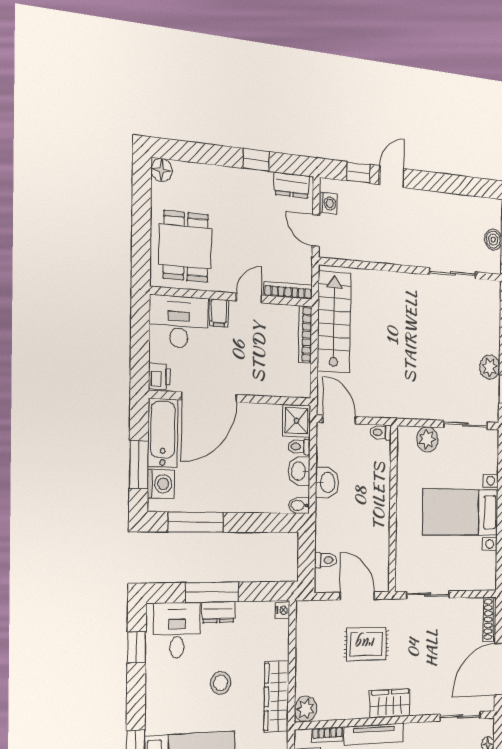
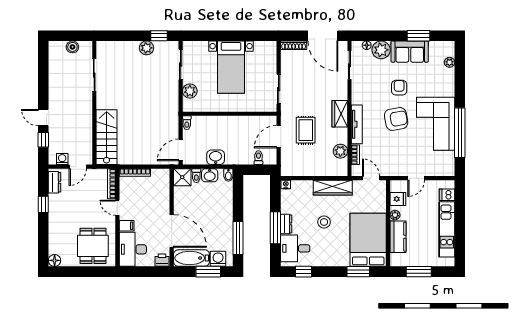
dining table: (186, 246) -> (93, 246), turned 90
stairs: (334, 322) -> (107, 137), moved, turned 90
plant: (306, 709) -> (340, 151), moved

